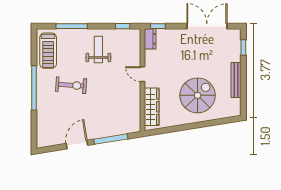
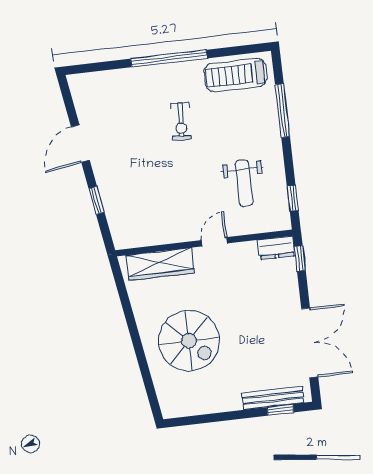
weight bench: (98, 49) -> (244, 183), moved, turned 90
bench: (236, 80) -> (273, 398), moved
exercise bike: (71, 85) -> (181, 121), width x0.73, depth x0.72
window: (111, 139) -> (96, 200), width x0.46
door: (77, 144) -> (80, 144), swing flipped

